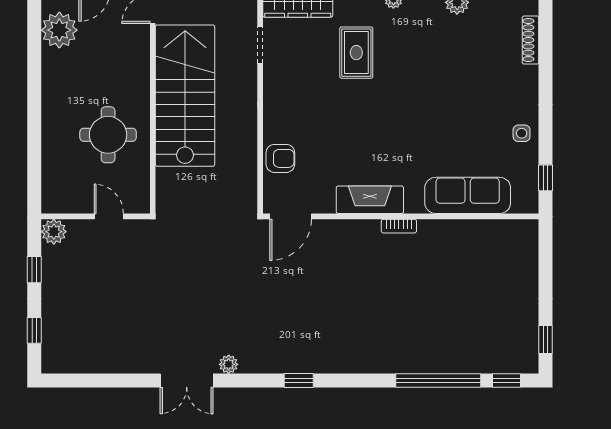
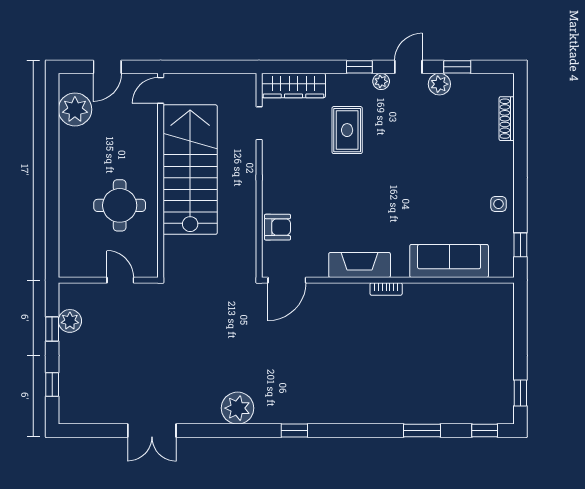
plant: (54, 232) -> (70, 321), moved
plant: (229, 364) -> (238, 408), width x1.88, depth x1.88
double door: (187, 381) -> (152, 431), moved
window: (438, 381) -> (422, 431), width x0.47

